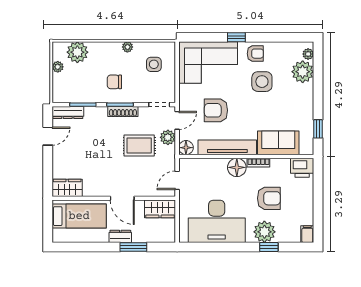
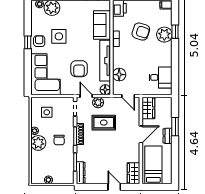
window: (236, 37) -> (28, 42), moved
plant: (77, 52) -> (38, 143), moved
door: (48, 136) -> (114, 187), moved
rug: (139, 145) -> (104, 123), turned 90
floor lamp: (237, 167) -> (119, 75), moved
armchair: (269, 198) -> (141, 32), turned 108
desk: (217, 221) -> (161, 77), width x0.53, depth x0.77

